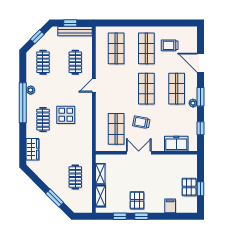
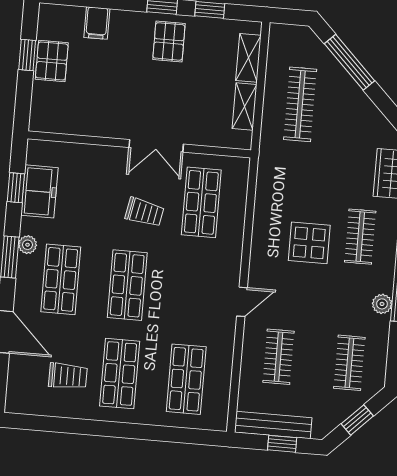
freezer: (176, 144) -> (39, 191), moved, turned -90
clothes rail: (75, 177) -> (300, 104), width x1.36
window: (55, 198) -> (350, 62), width x1.44

